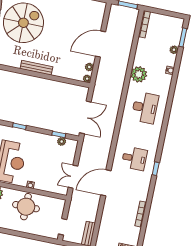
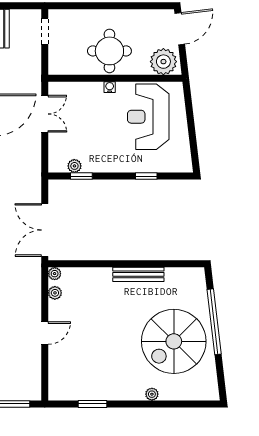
door: (100, 44) -> (45, 333), width x0.53
double door: (85, 117) -> (45, 230), moved

